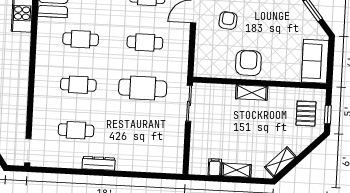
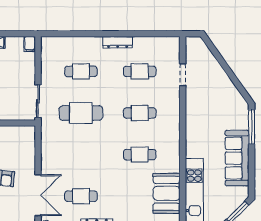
cafe table: (145, 42) -> (81, 71), moved
doorway: (28, 151) -> (183, 75), moved
filing cabinet: (215, 167) -> (30, 44), moved

